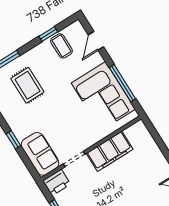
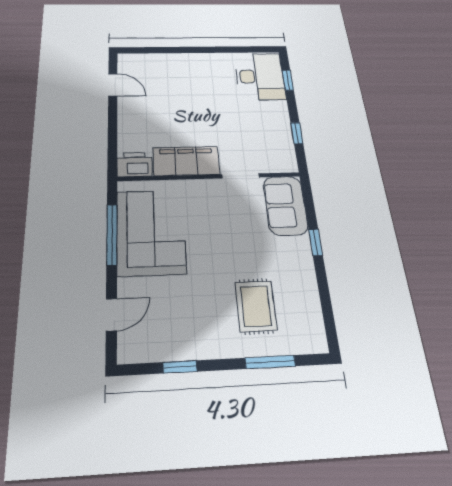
coffee table: (61, 46) -> (170, 336), removed
printer: (57, 183) -> (134, 165), moved

